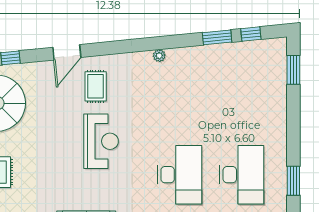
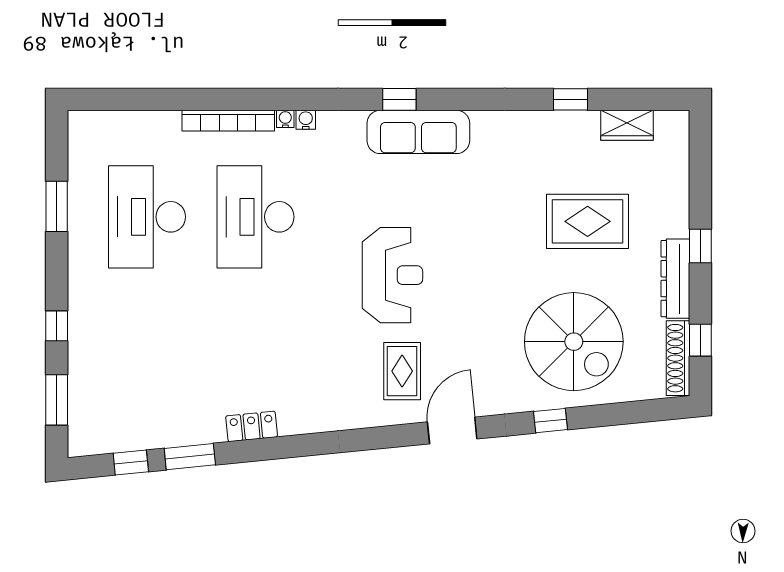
locker: (182, 55) -> (252, 426), added
plant: (159, 56) -> (291, 425), removed
window: (293, 112) -> (57, 326), added
reception desk: (101, 141) -> (392, 275), turned 180

